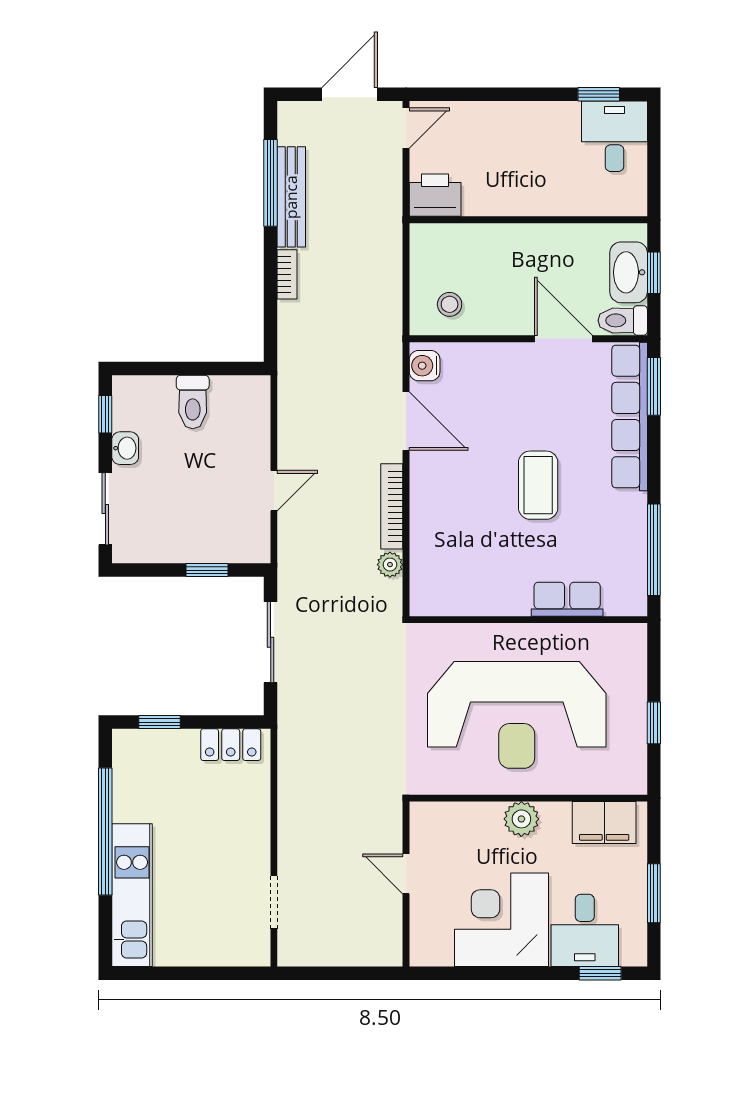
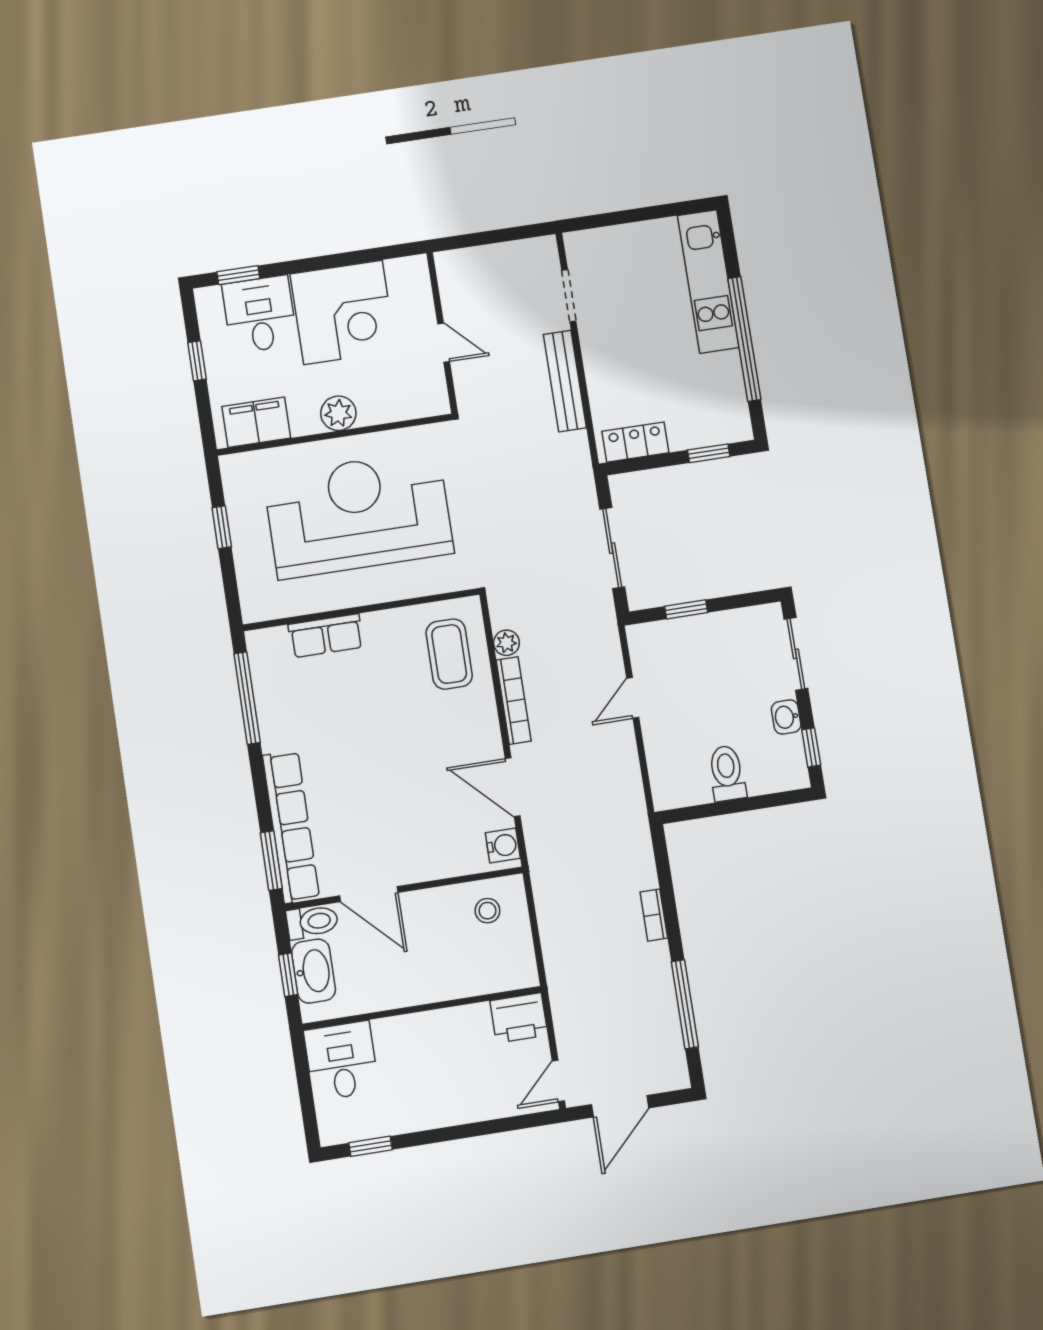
desk: (614, 136) -> (341, 1061), moved, turned 180
bench: (291, 197) -> (565, 381), moved
coffee table: (538, 485) -> (449, 654), moved
window: (654, 893) -> (197, 361), width x0.67

